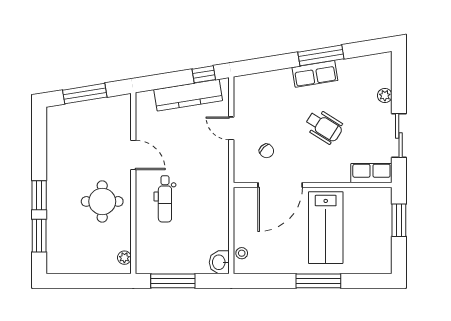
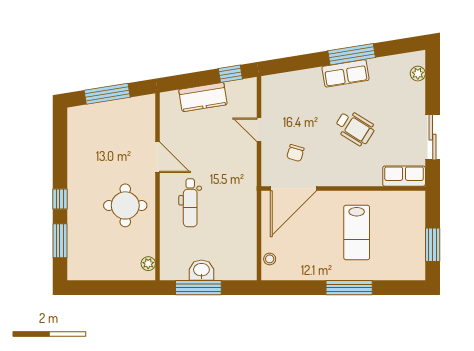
kitchen counter: (188, 95) -> (203, 97), width x0.67
plant: (385, 96) -> (418, 74), moved
chair: (267, 151) -> (295, 153), turned 60
door: (280, 185) -> (294, 188), moved
window: (39, 195) -> (60, 199), width x0.67
window: (399, 220) -> (433, 245), moved
lab bench: (326, 228) -> (357, 232), width x0.73, depth x0.72
washbasin: (219, 262) -> (201, 270), moved, turned 90

